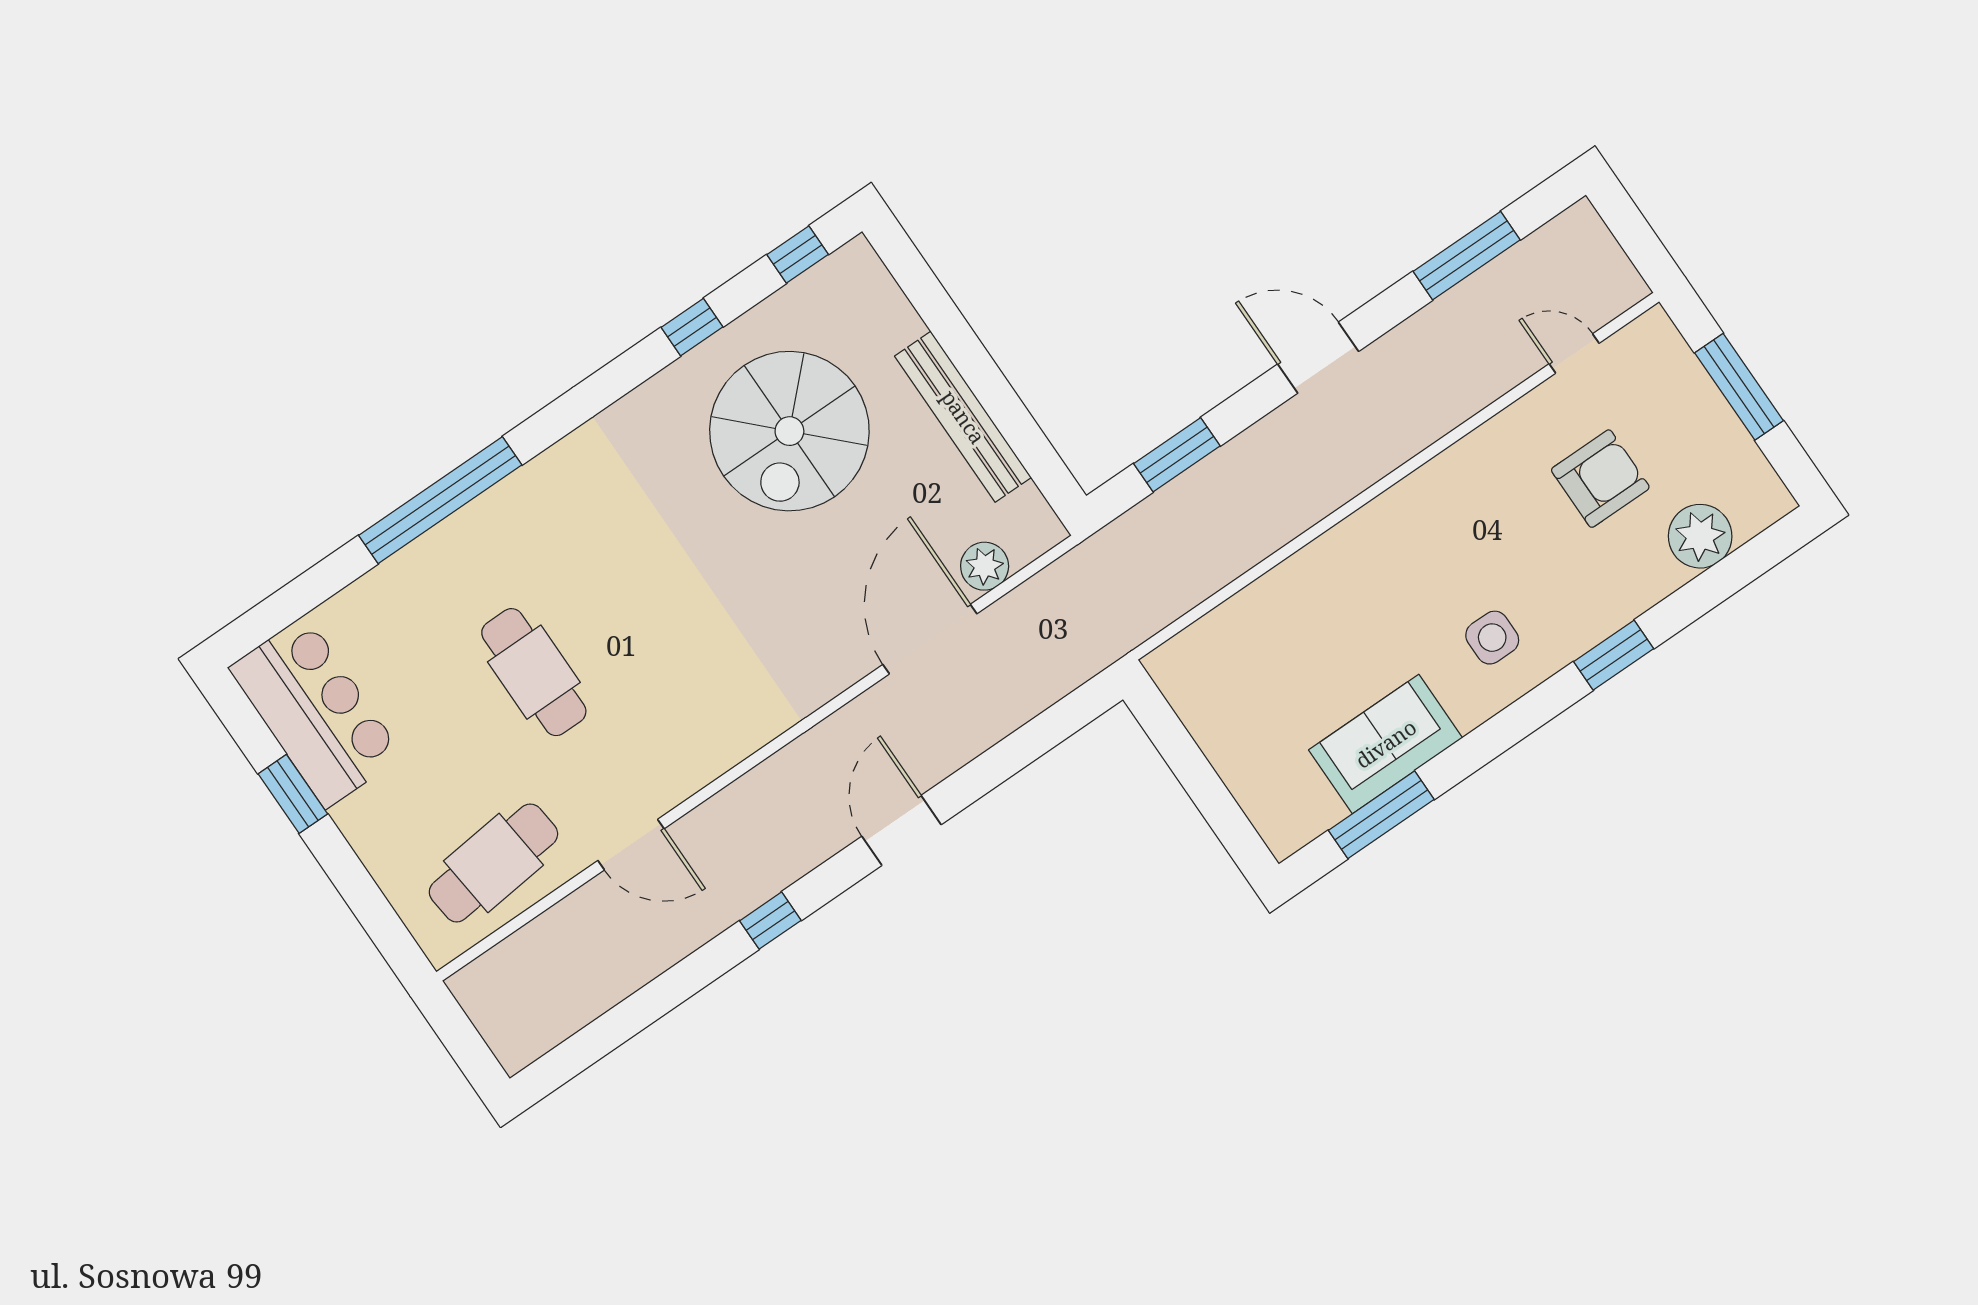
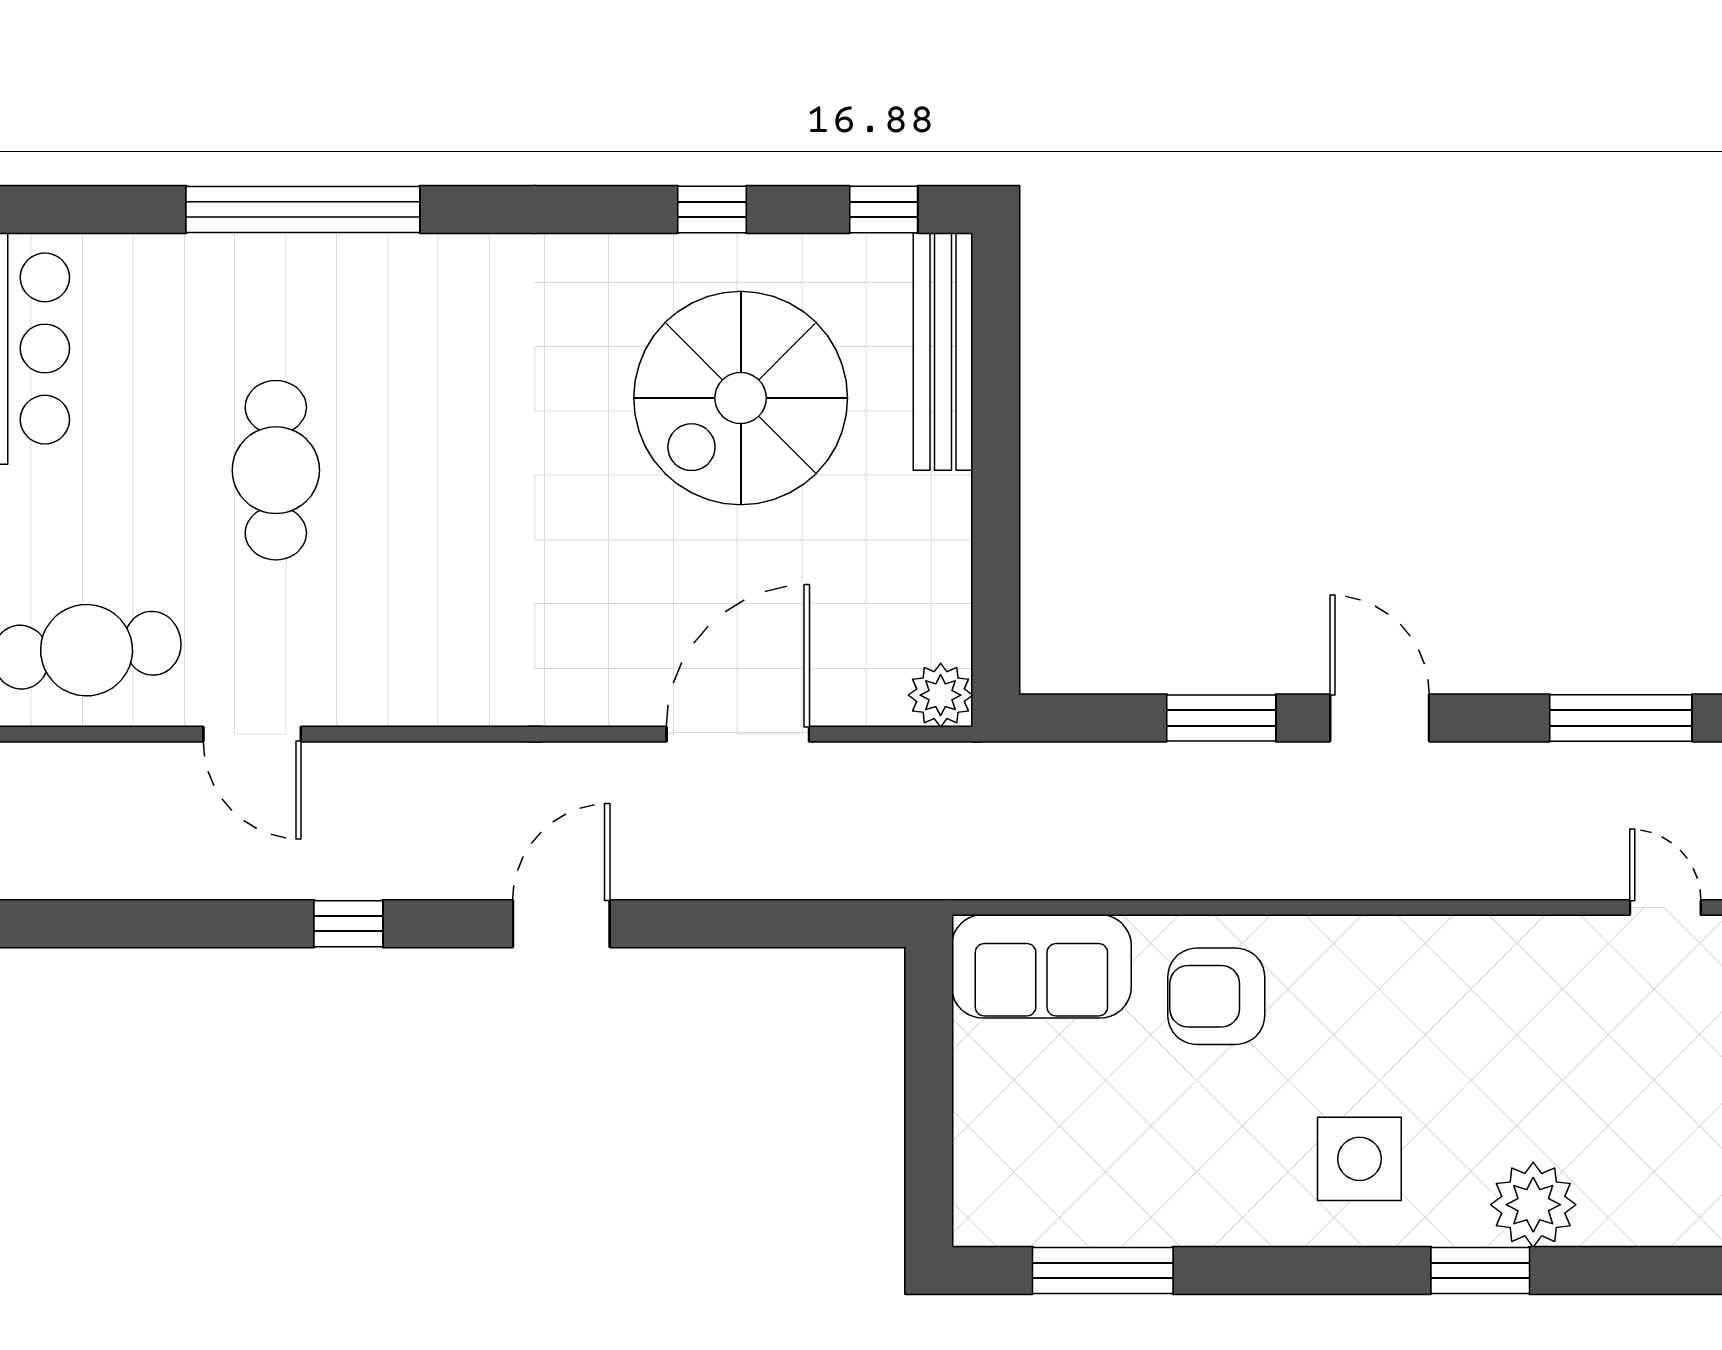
bench: (963, 417) -> (943, 352), moved
window: (1177, 455) -> (1221, 718), moved
armchair: (1600, 479) -> (1216, 996), moved, turned 180
plant: (1700, 536) -> (1533, 1205), moved
plant: (985, 566) -> (941, 695), moved
side table: (1492, 638) -> (1359, 1159), width x1.37, depth x1.37
sofa: (1386, 744) -> (1041, 966), moved, turned 180

